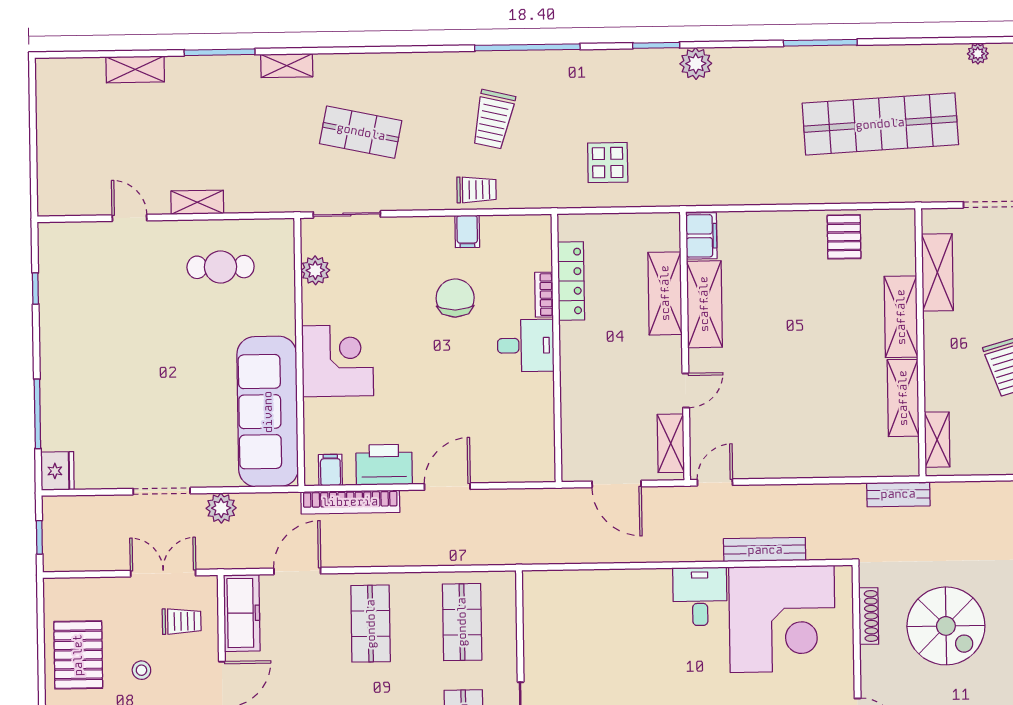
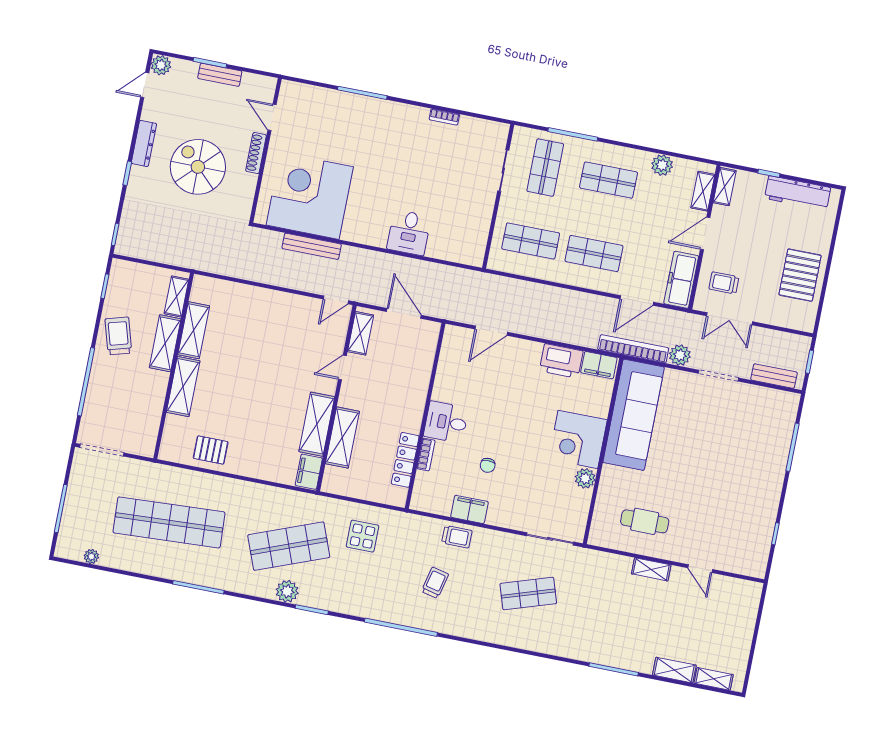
shelving: (287, 66) -> (714, 679), moved
trolley: (493, 119) -> (435, 583), width x0.73, depth x0.72
shop shelf: (707, 127) -> (289, 546), added
shop shelf: (361, 132) -> (528, 594), turned -30
trolley: (477, 190) -> (457, 537), turned 180
filing cabinet: (467, 231) -> (469, 509), width x2.00
pallet: (844, 237) -> (211, 450), turned 90
plant: (315, 270) -> (585, 478), moved
shelving: (937, 272) -> (165, 343), moved
chair: (455, 298) -> (488, 465), width x0.54, depth x0.54
filing cabinet: (330, 470) -> (599, 365), width x2.00
fridge: (58, 471) -> (787, 405), removed
door: (447, 487) -> (491, 331), moved
bench: (898, 494) -> (774, 376), moved
bookcase: (350, 502) -> (633, 349), moved
desk: (700, 596) -> (409, 233), moved
shoe rack: (869, 616) -> (256, 153), moved
shop shelf: (462, 622) -> (531, 241), turned 90
shop shelf: (371, 624) -> (594, 253), turned 90
stool: (141, 670) -> (759, 255), removed

